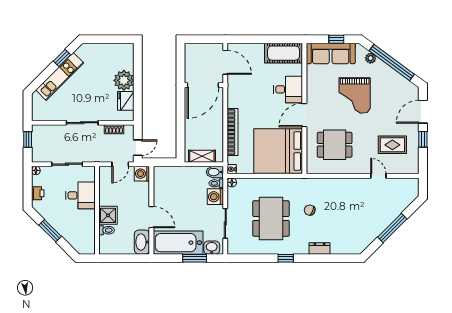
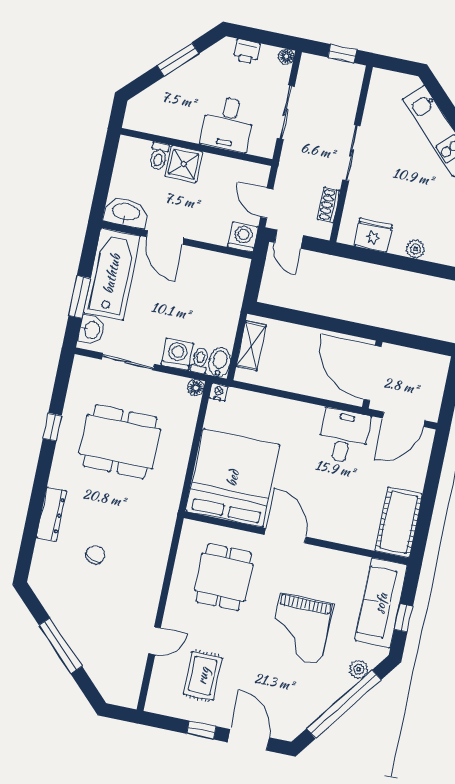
plant: (124, 80) -> (415, 249), width x0.53, depth x0.53
desk: (288, 89) -> (344, 436), moved, turned 180
grand piano: (355, 96) -> (300, 629), turned -90
bookcase: (233, 132) -> (282, 407), removed
chair: (310, 210) -> (95, 555), moved
door: (151, 217) -> (165, 238), hinge flipped
dresser: (320, 248) -> (51, 514), width x1.44
window: (286, 258) -> (52, 427), moved

